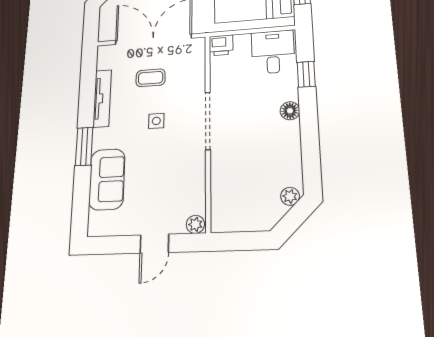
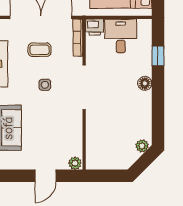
desk: (273, 52) -> (121, 36), moved
bookcase: (199, 59) -> (78, 38), added

